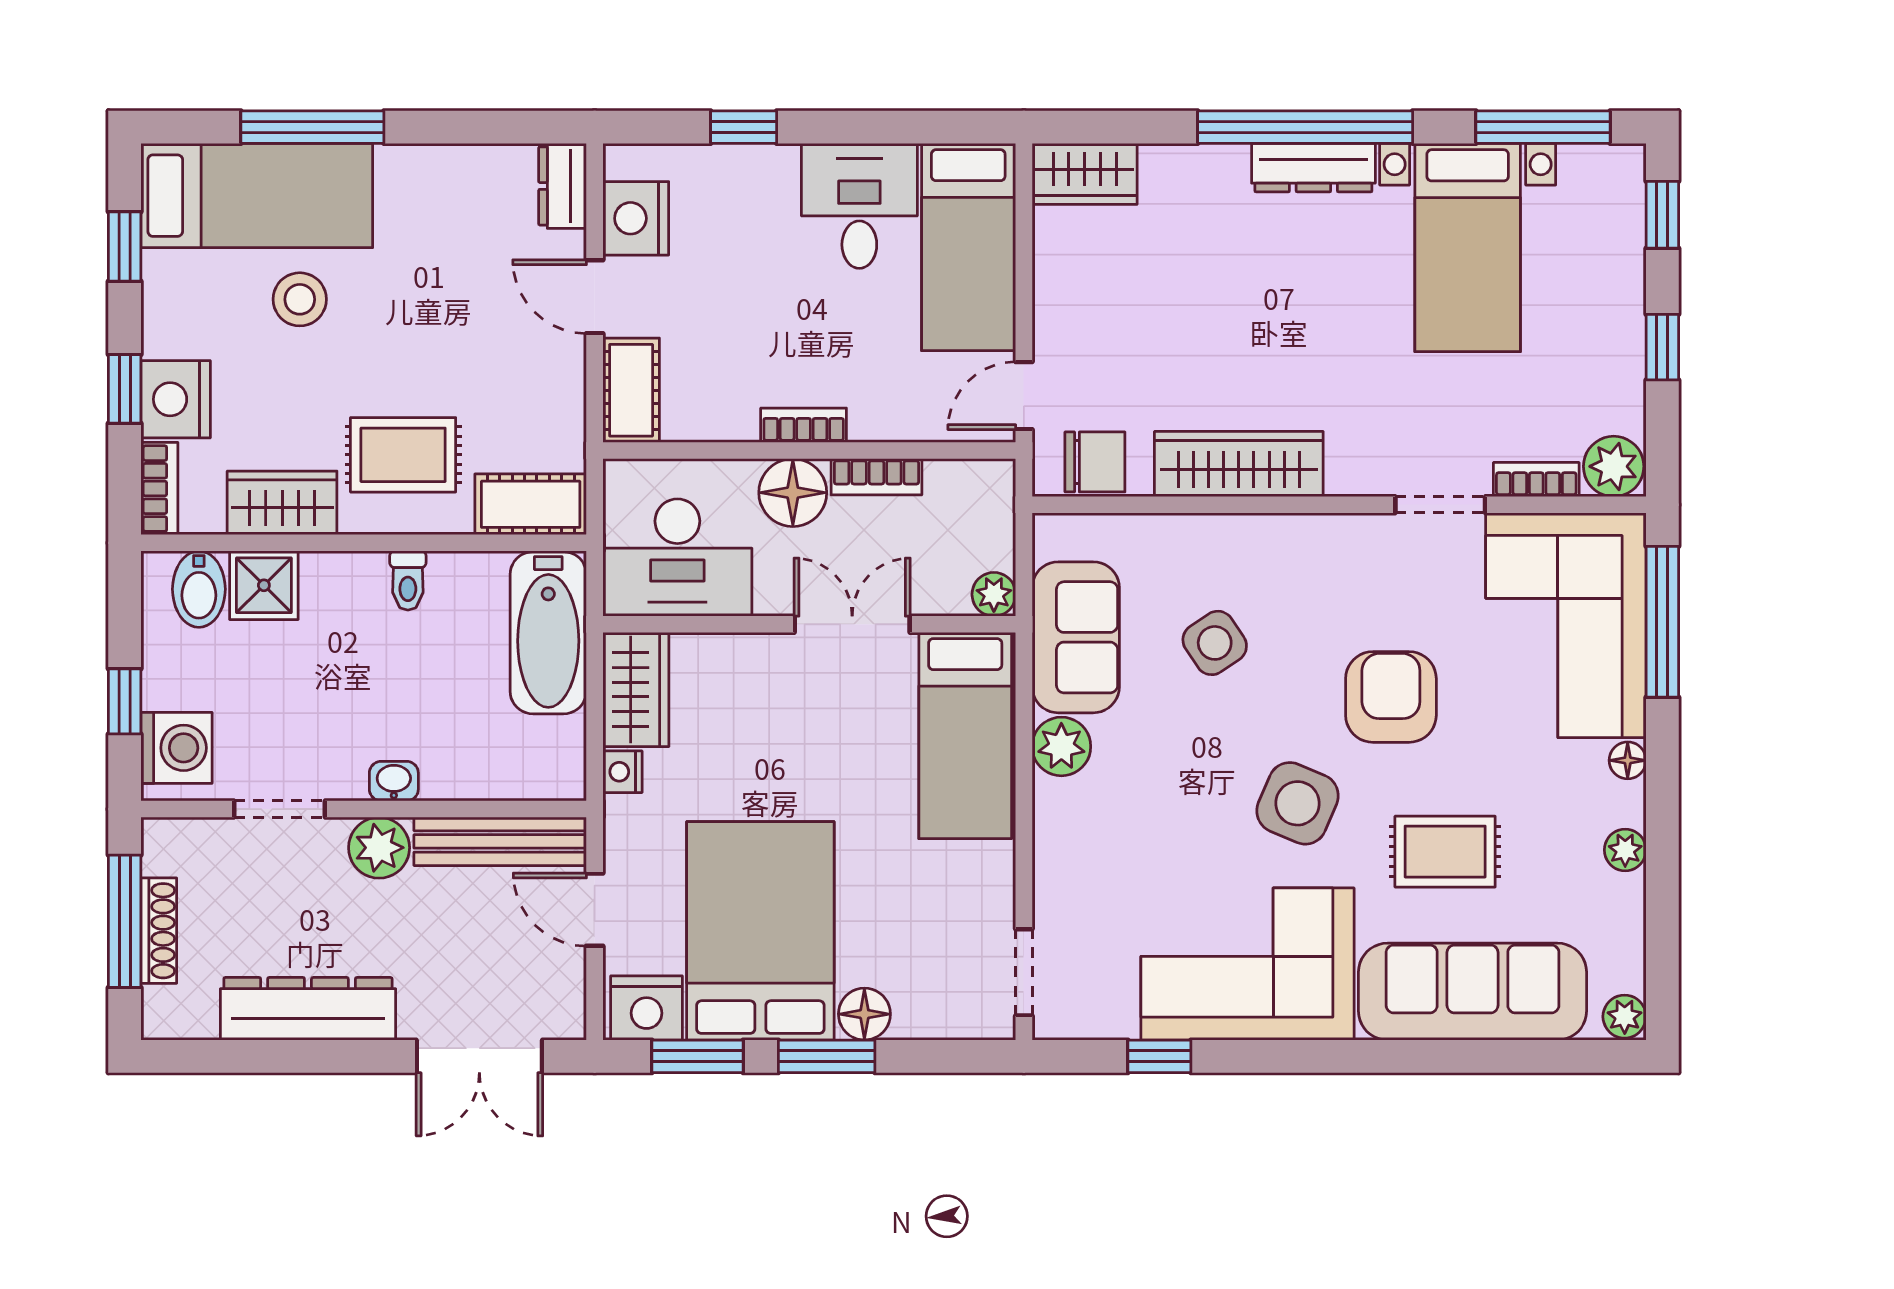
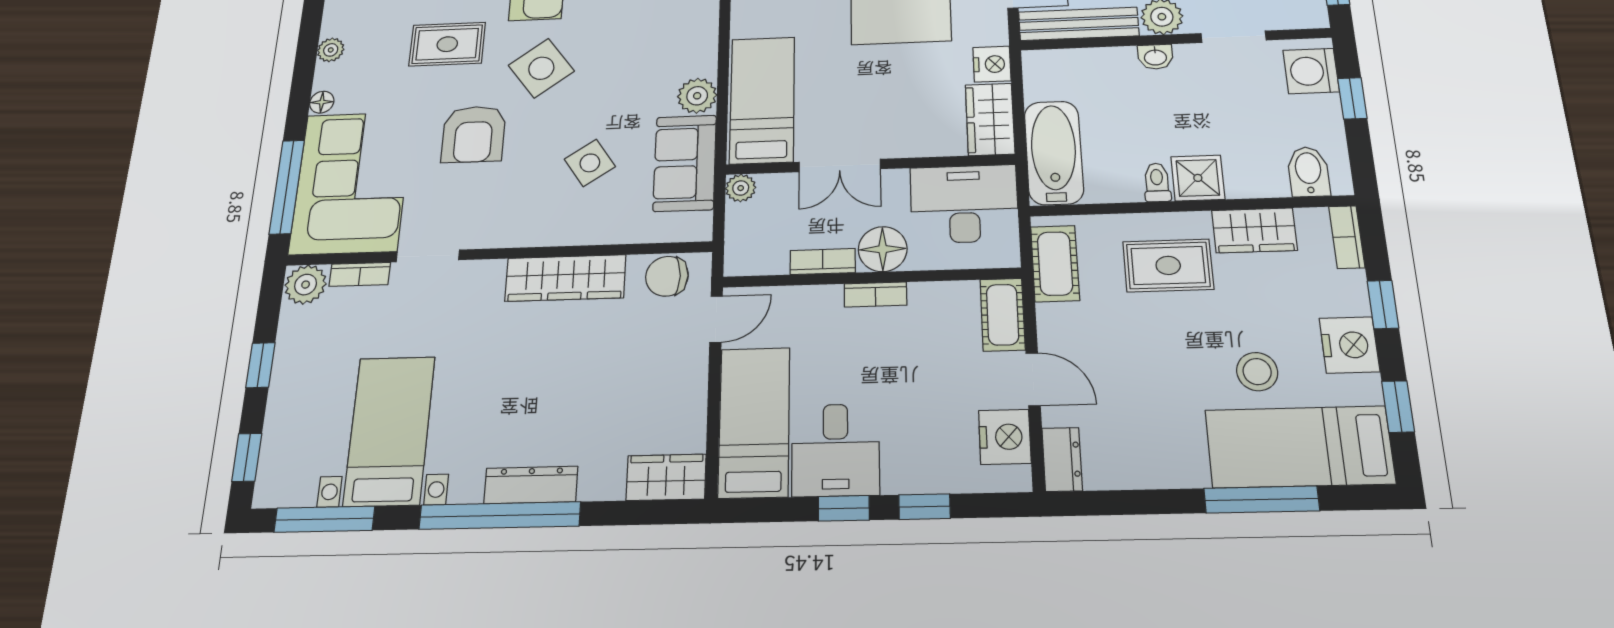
window: (849, 127) -> (844, 508), added
dresser: (1313, 168) -> (531, 485), moved
nightstand: (176, 399) -> (1349, 345), moved
cot: (531, 504) -> (1055, 263), moved, turned 90
shower: (264, 585) -> (1198, 178), moved
nightstand: (622, 772) -> (992, 64), width x1.39, depth x1.35
side table: (1297, 803) -> (541, 68), turned 30

